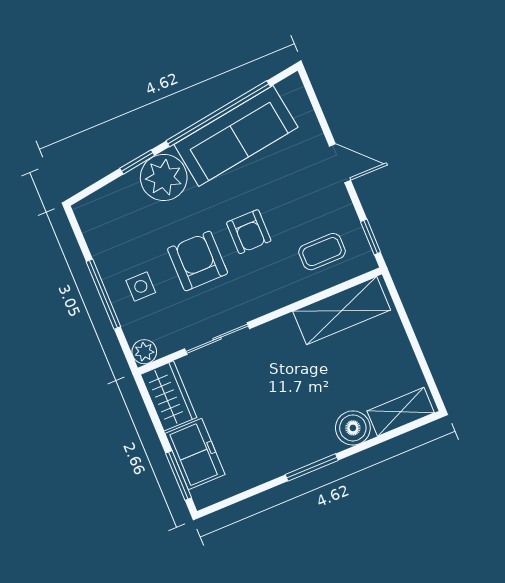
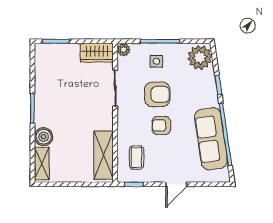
plant: (164, 177) -> (200, 57), moved
freezer: (195, 454) -> (63, 54), removed

